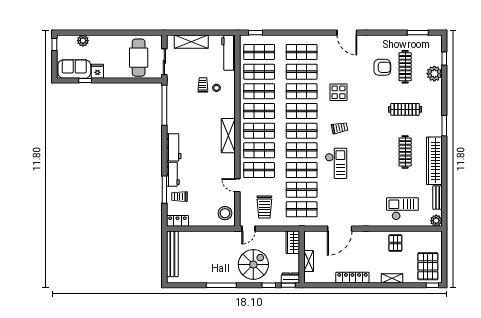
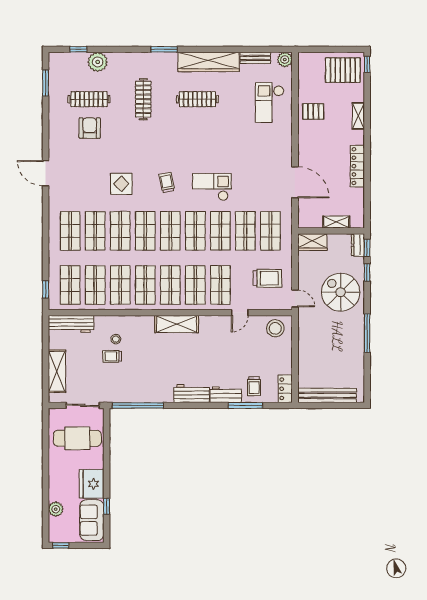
door: (347, 33) -> (46, 173), swing flipped
fridge: (97, 71) -> (92, 484), width x1.88, depth x1.34

